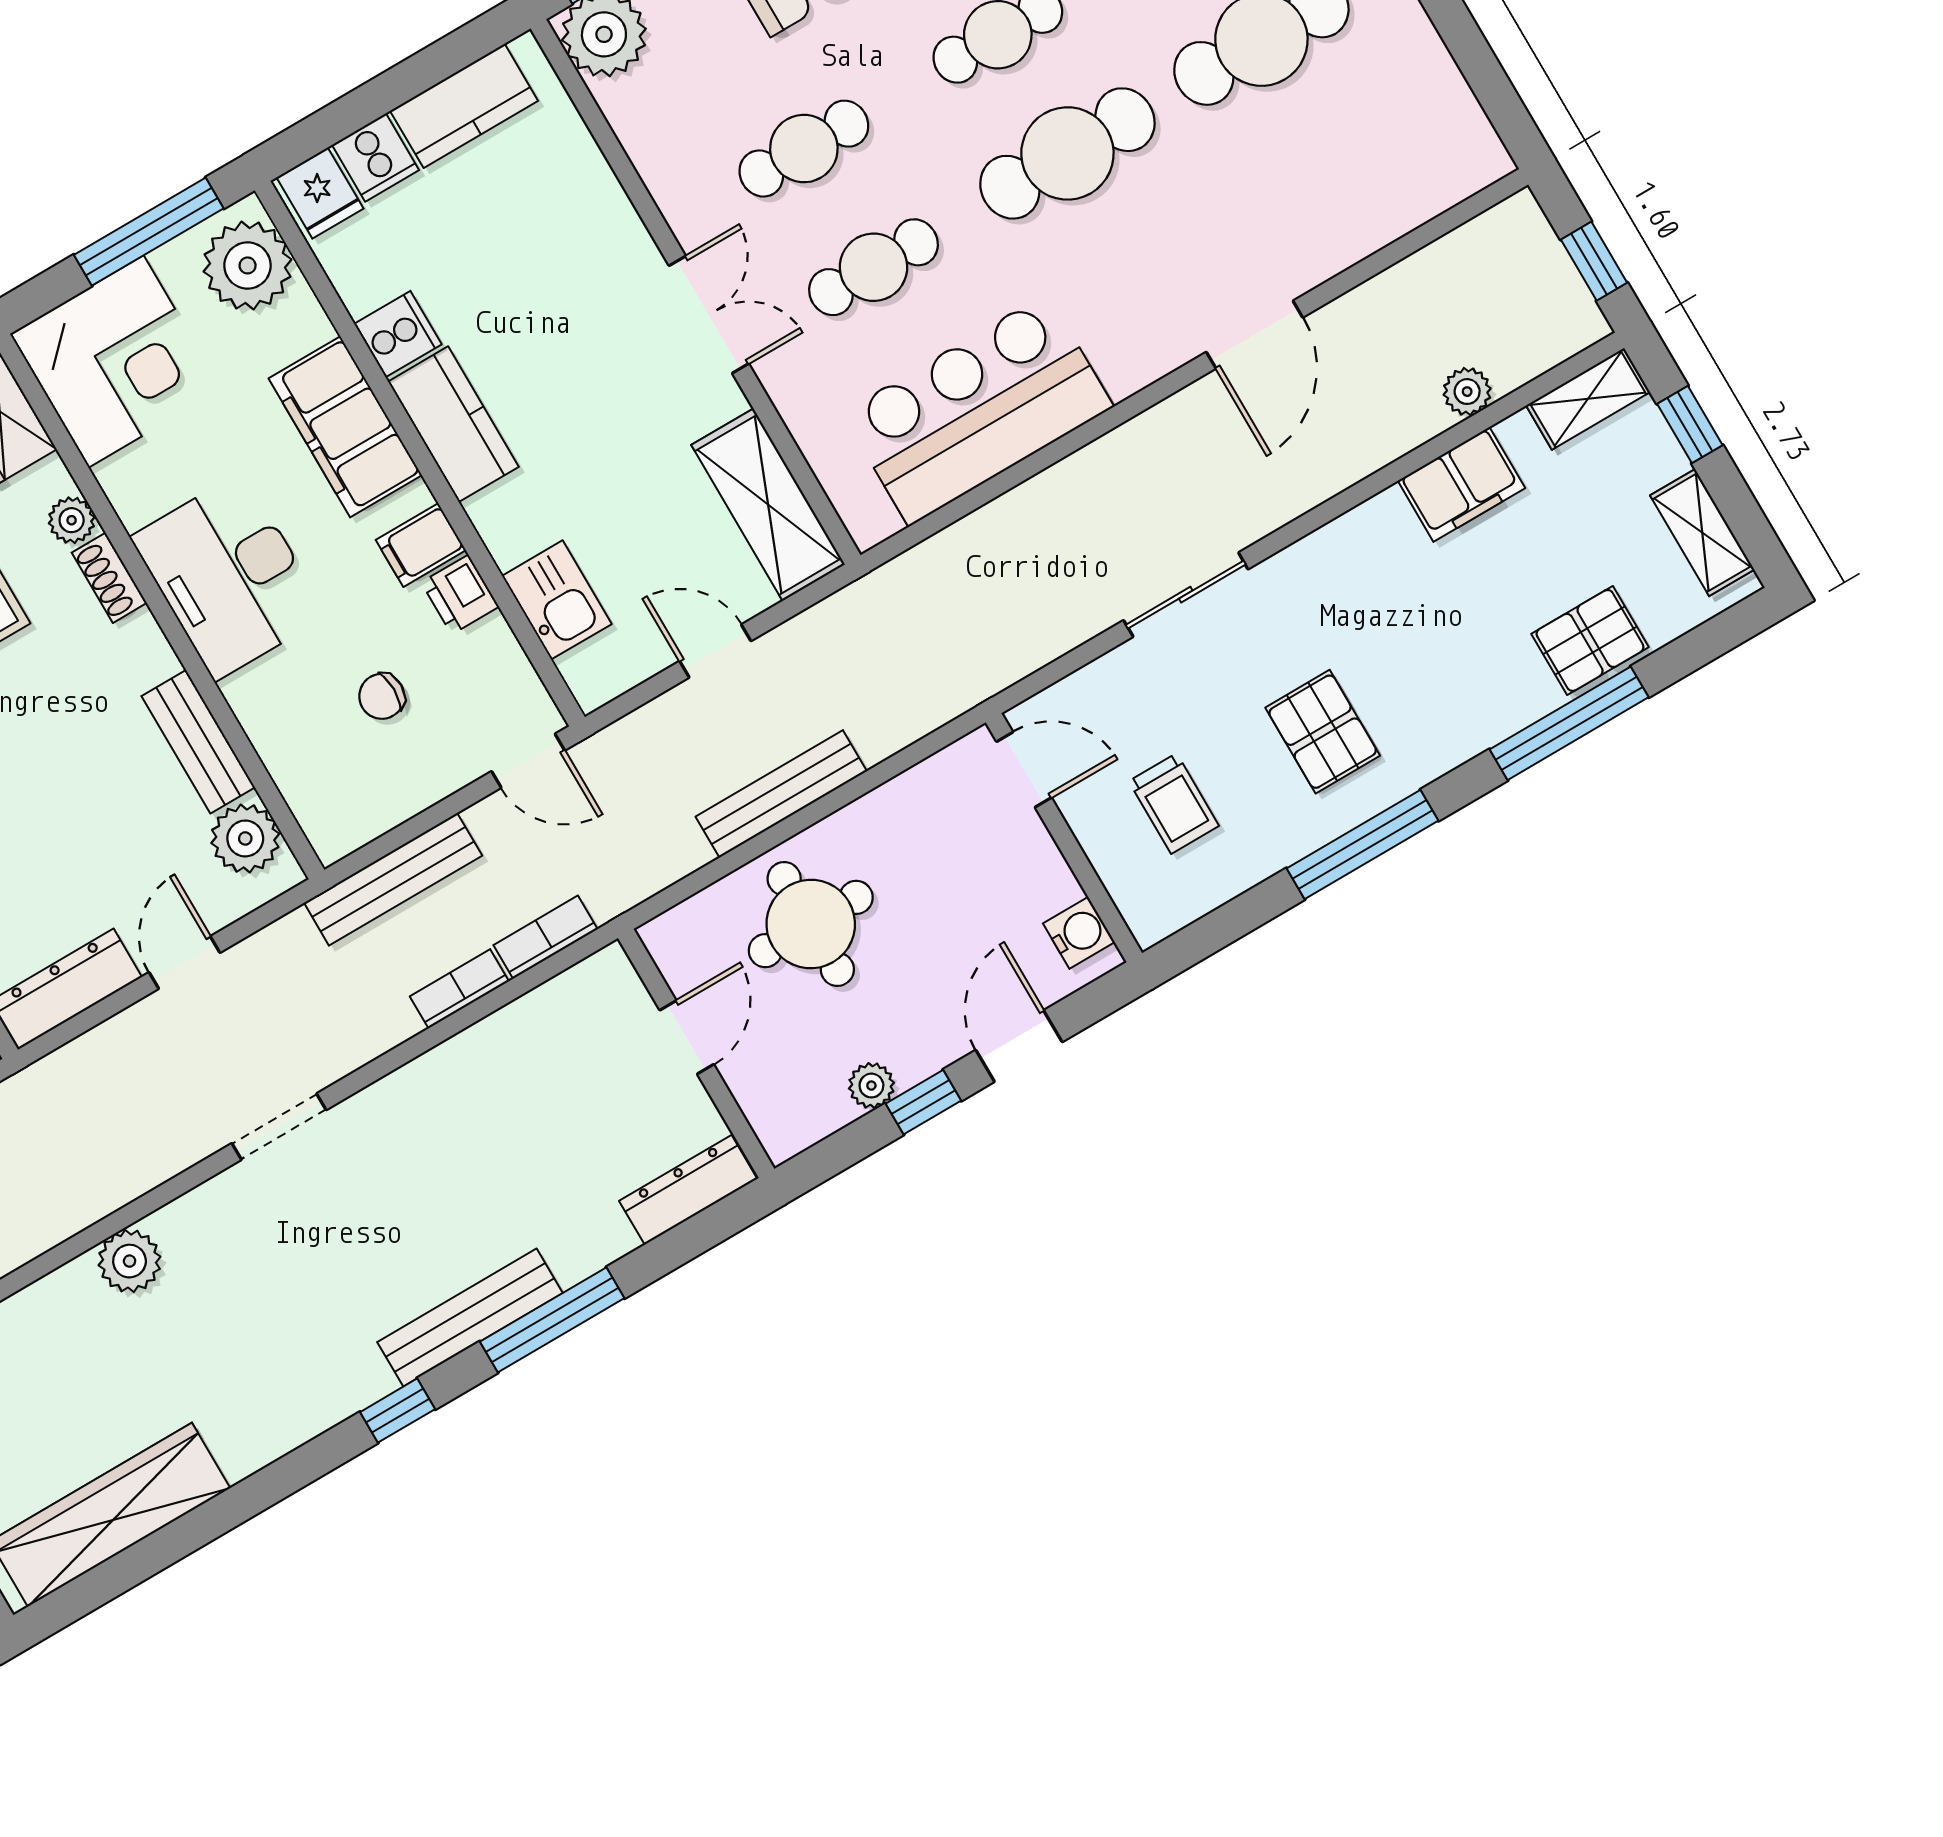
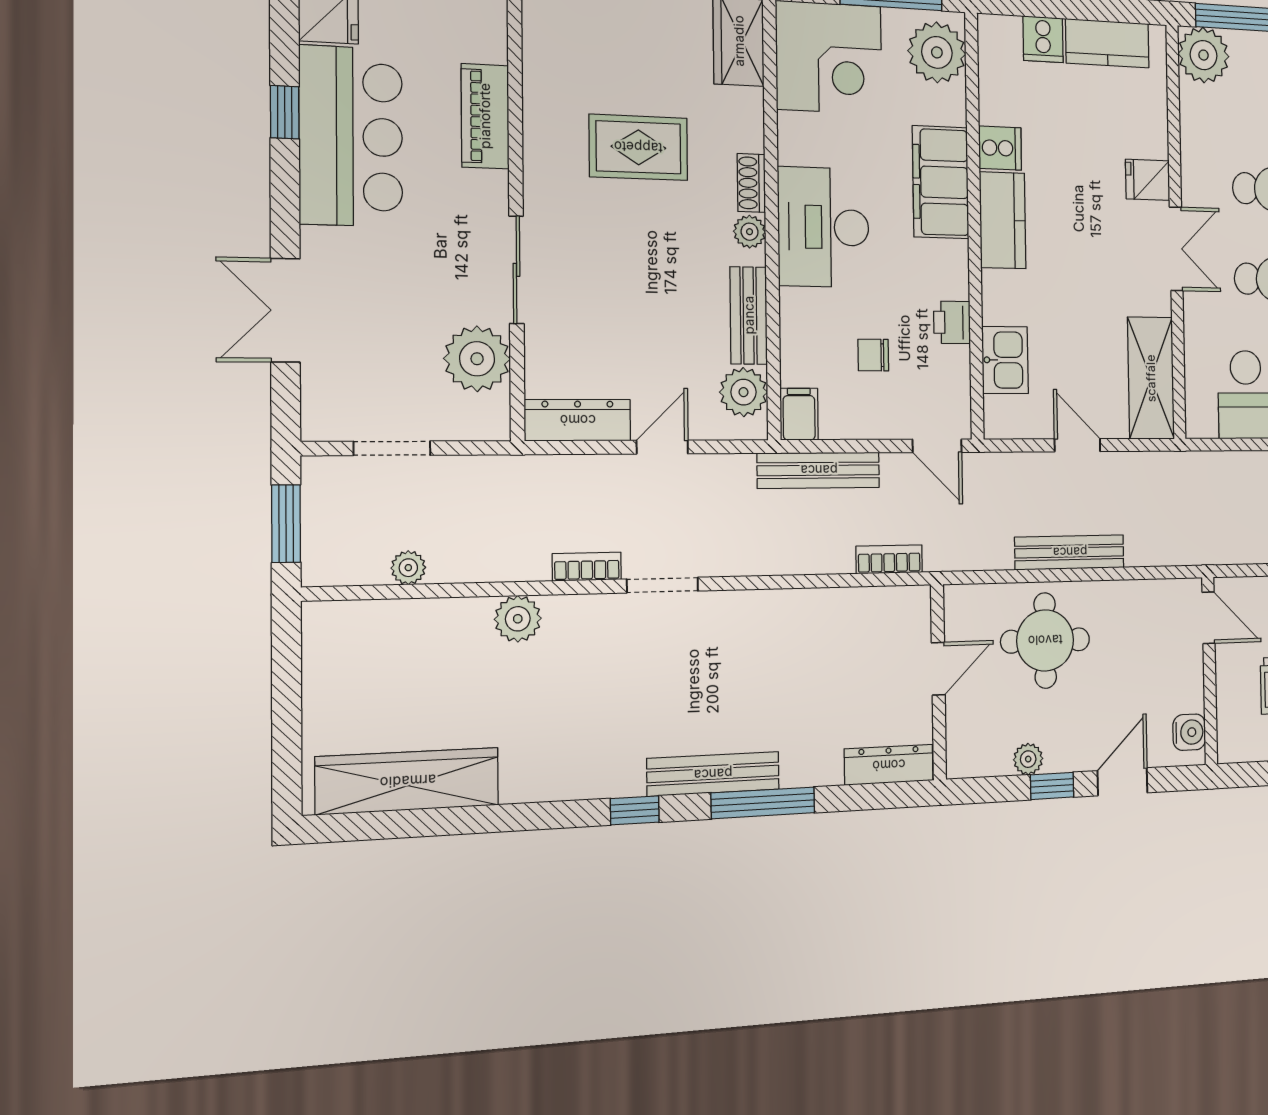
fridge: (320, 193) -> (1148, 180), moved, turned 90
plant: (72, 520) -> (750, 232), moved
filing cabinet: (421, 545) -> (799, 414), moved, turned 90
bookcase: (459, 989) -> (587, 567), moved

